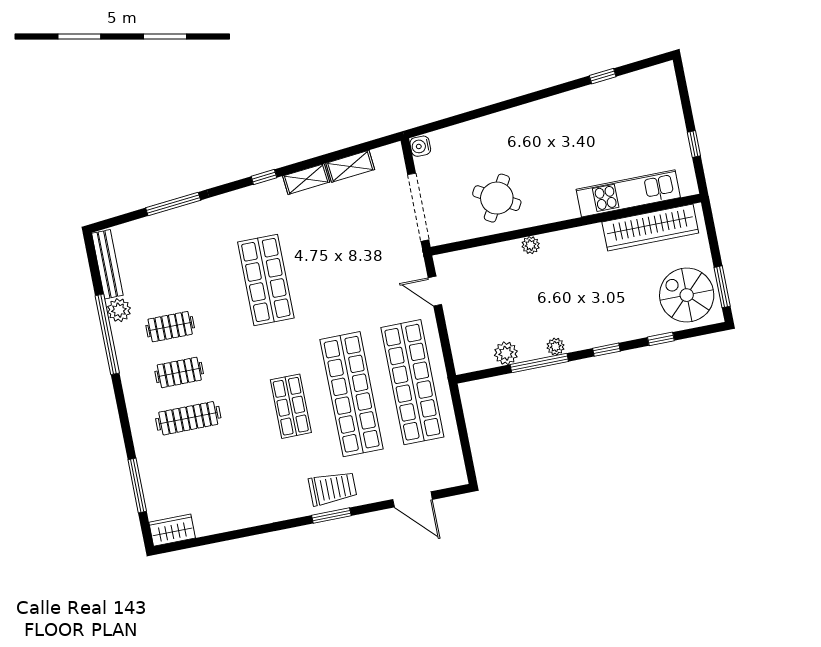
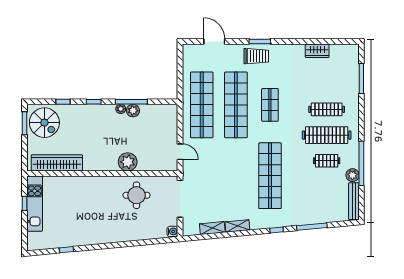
window: (264, 177) -> (277, 230), moved
kitchen unit: (628, 193) -> (35, 204), moved, turned -90
round table: (497, 198) -> (137, 195), turned -30
plant: (531, 245) -> (128, 162), width x1.87, depth x1.87
shop shelf: (266, 280) -> (270, 176), width x1.40
plant: (506, 353) -> (133, 111), moved
clothes rail: (179, 372) -> (327, 135), width x1.86, depth x1.31
trolley: (333, 488) -> (256, 56), turned 180
wardrobe: (172, 530) -> (317, 51), moved

